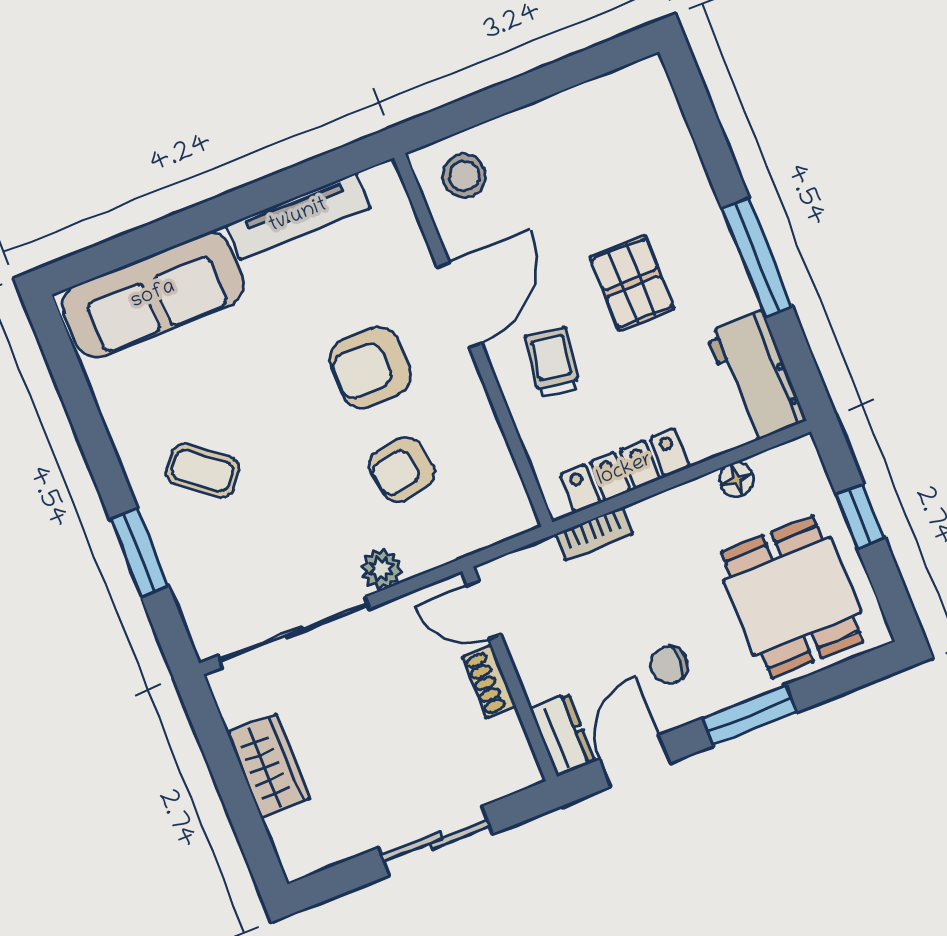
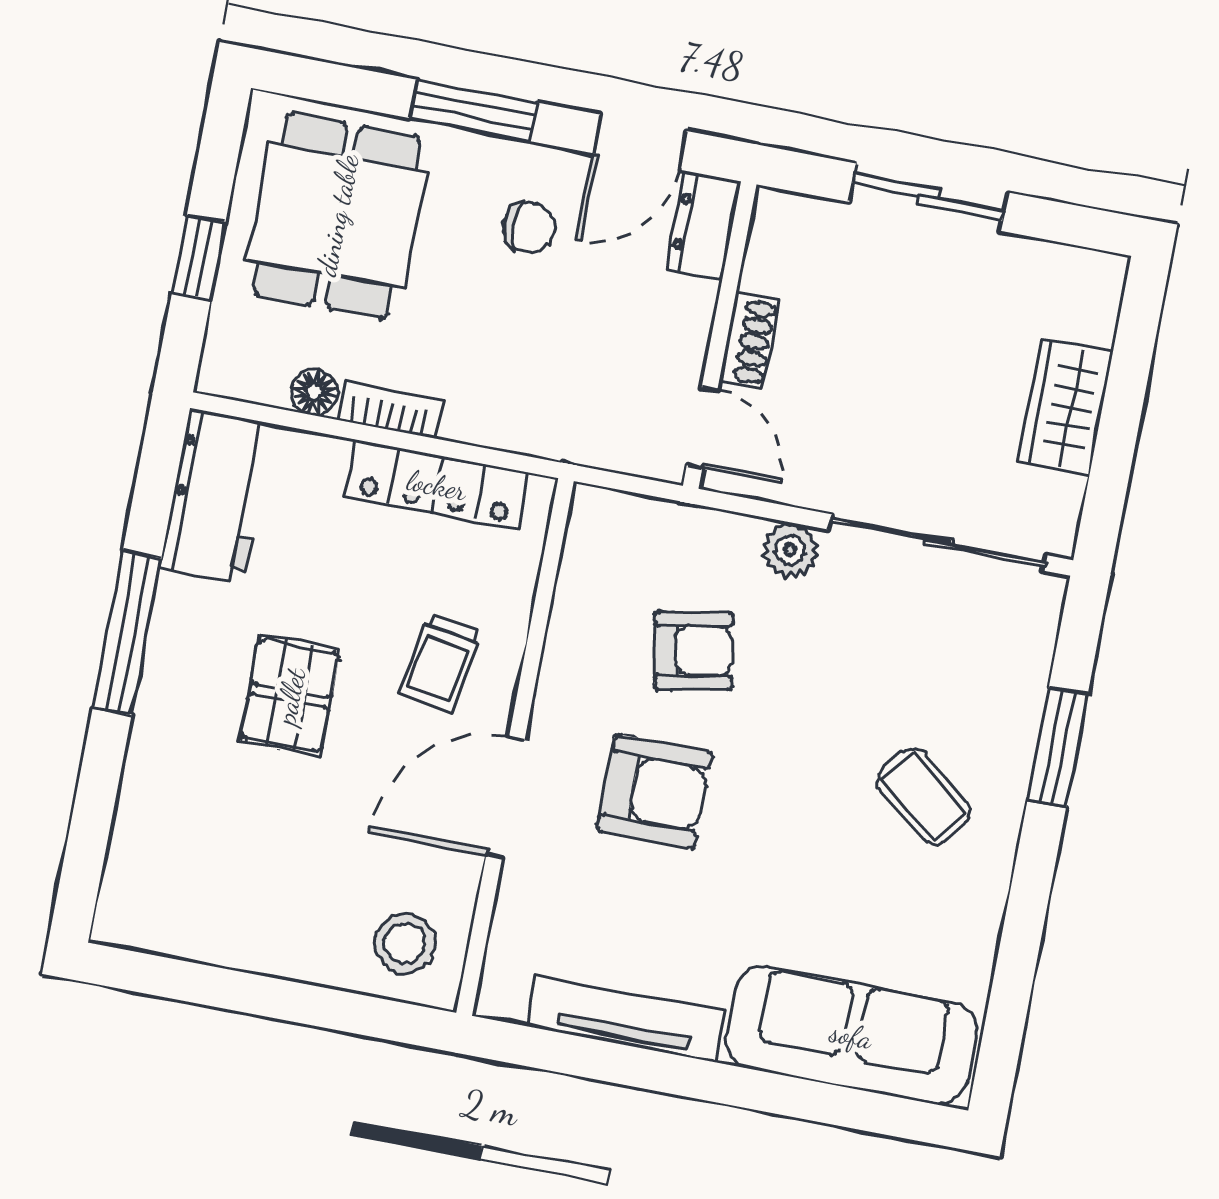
bookcase: (594, 534) -> (391, 410), moved

